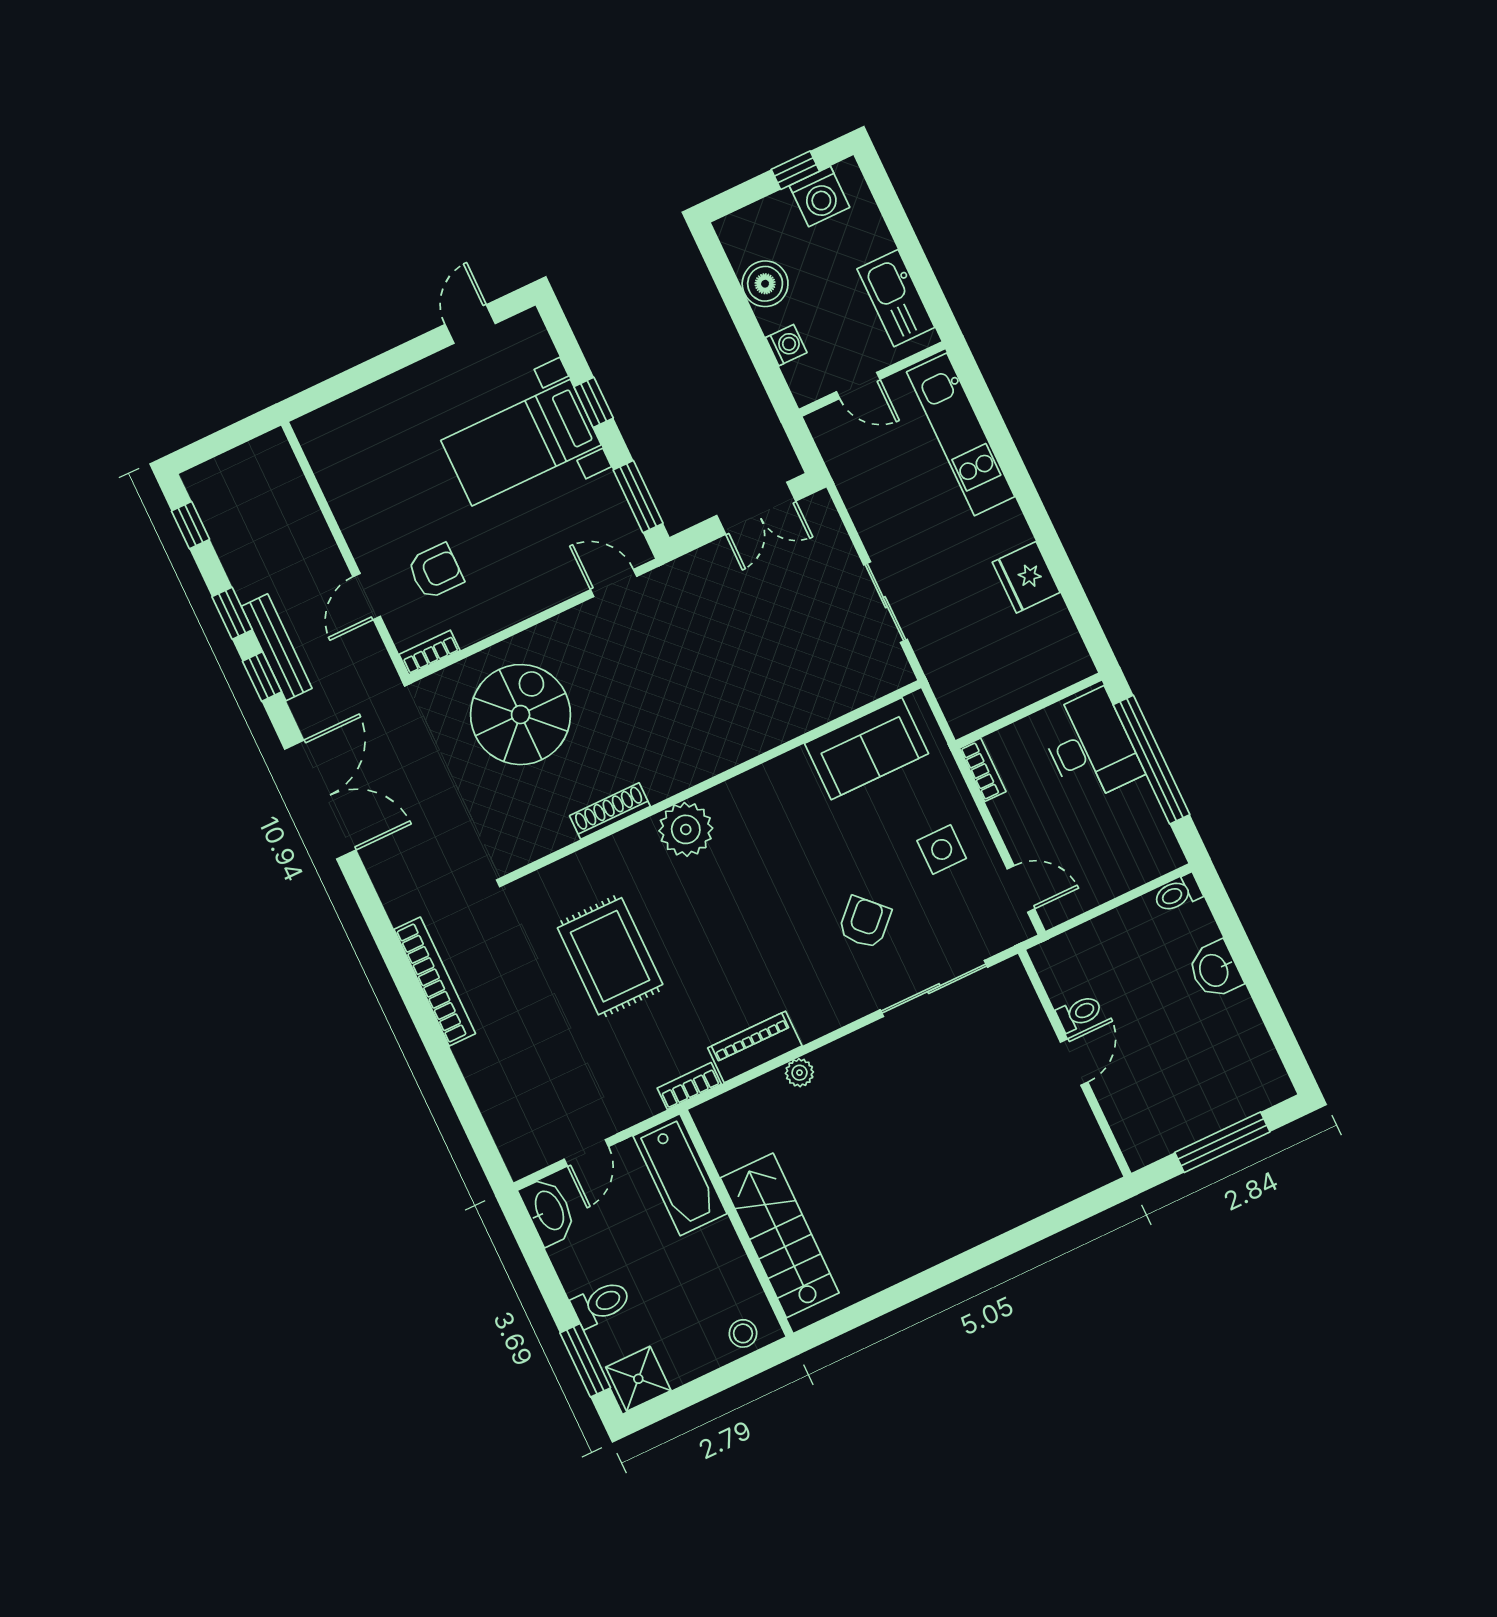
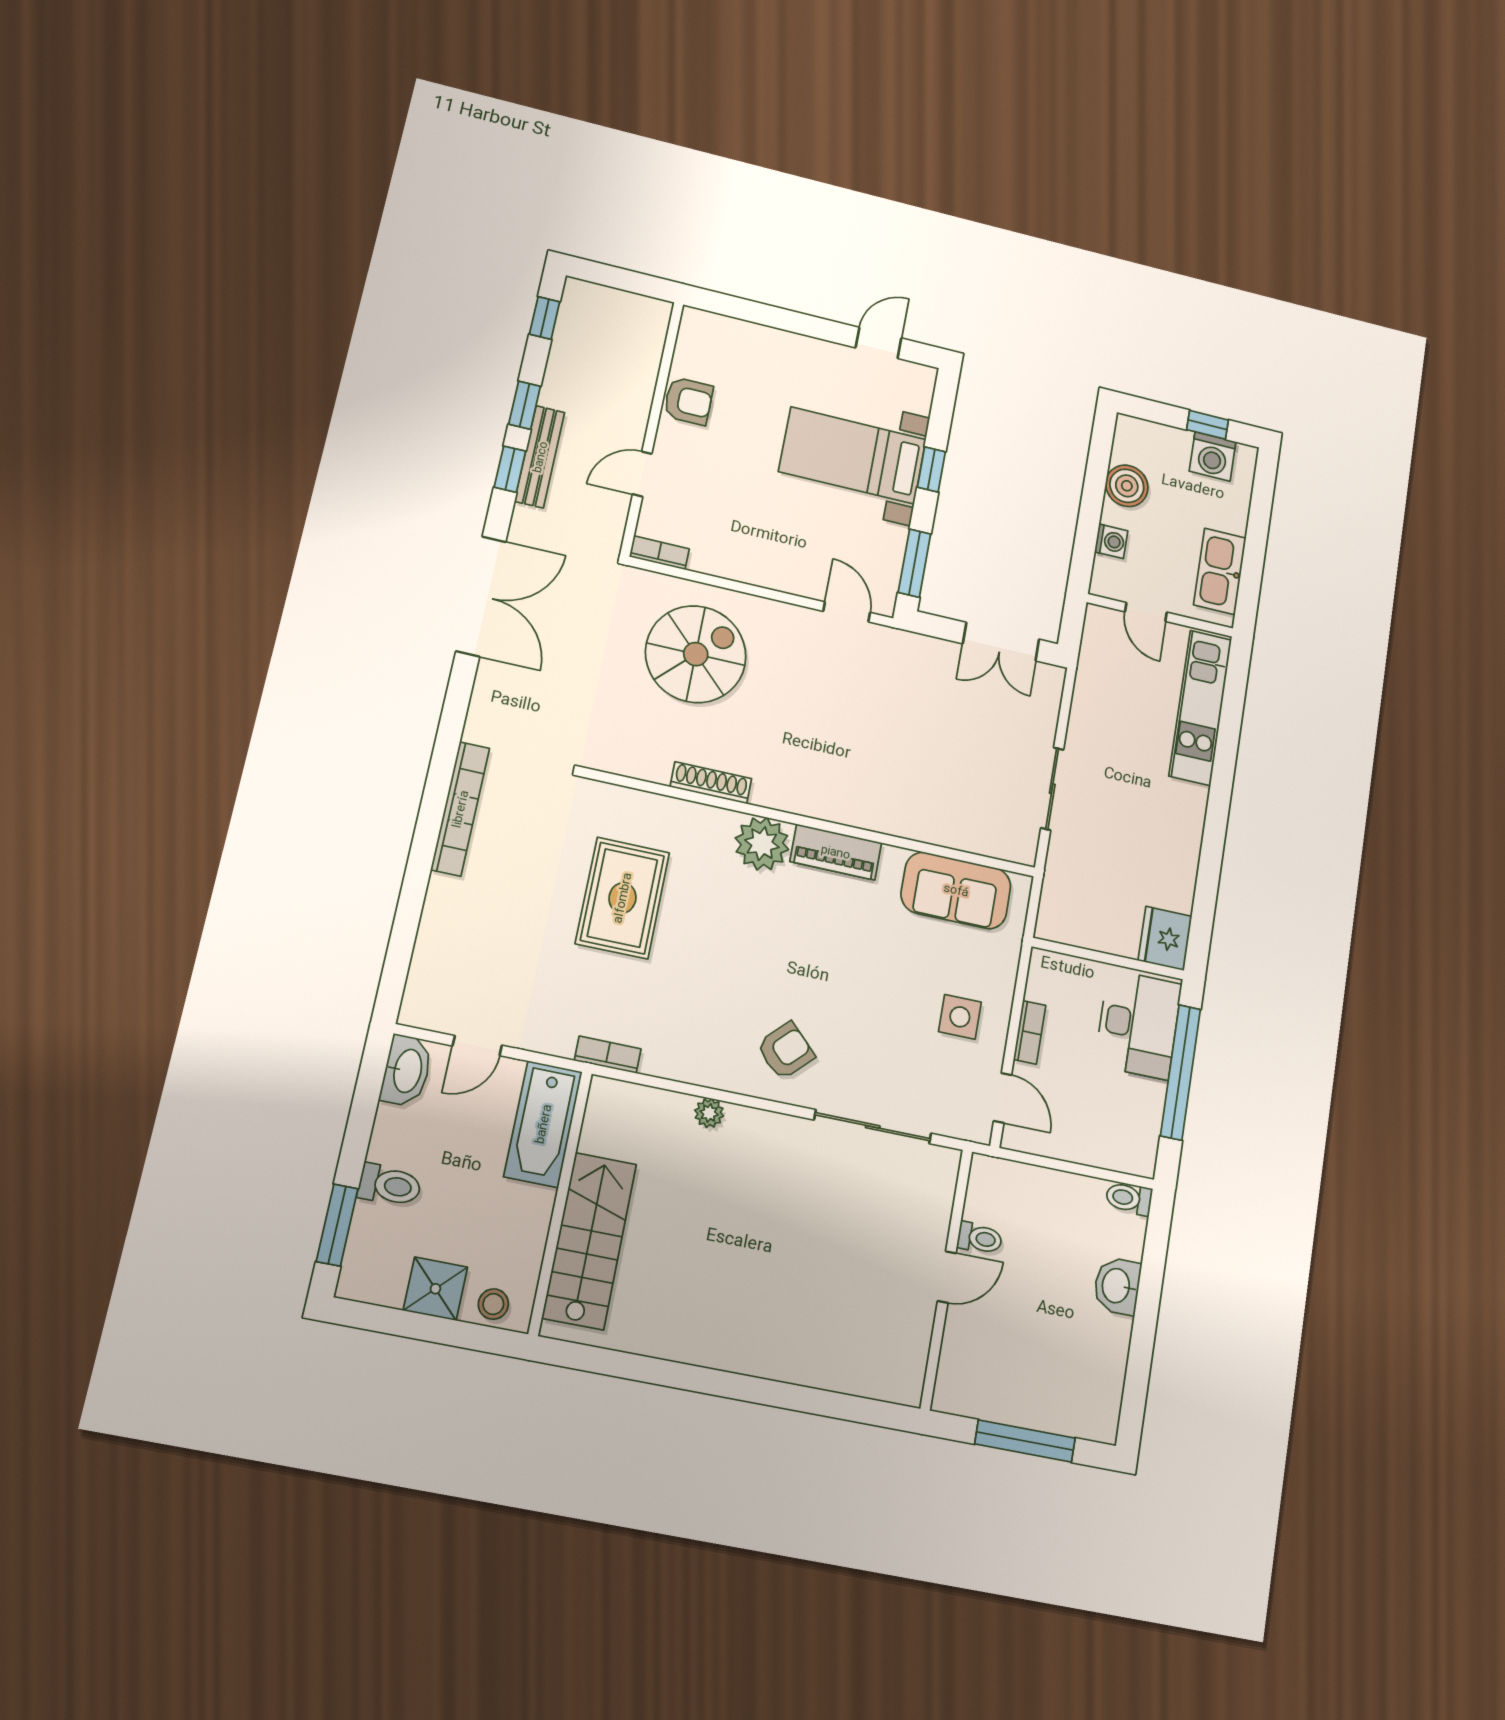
armchair: (435, 571) -> (688, 401), moved
fridge: (1026, 577) -> (1165, 938), moved
bookcase: (983, 770) -> (1030, 1032), moved
armchair: (865, 922) -> (786, 1051), moved
piano: (755, 1047) -> (836, 852), moved, turned 180
shower: (638, 1379) -> (435, 1289), moved

